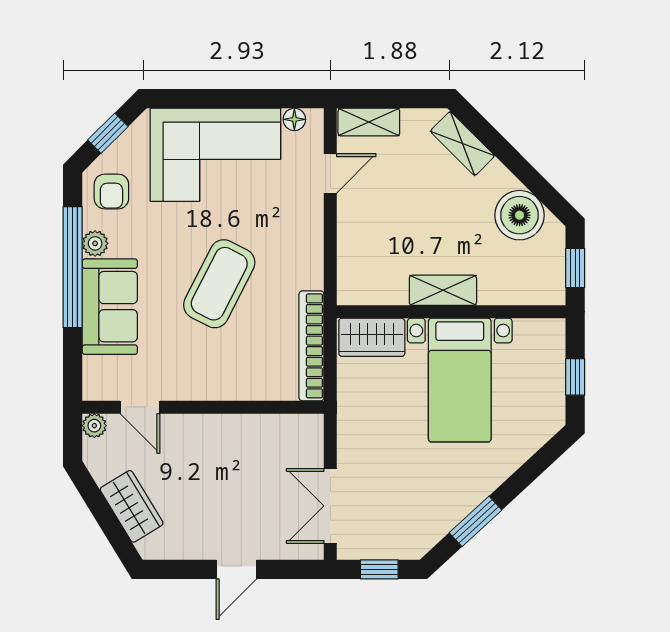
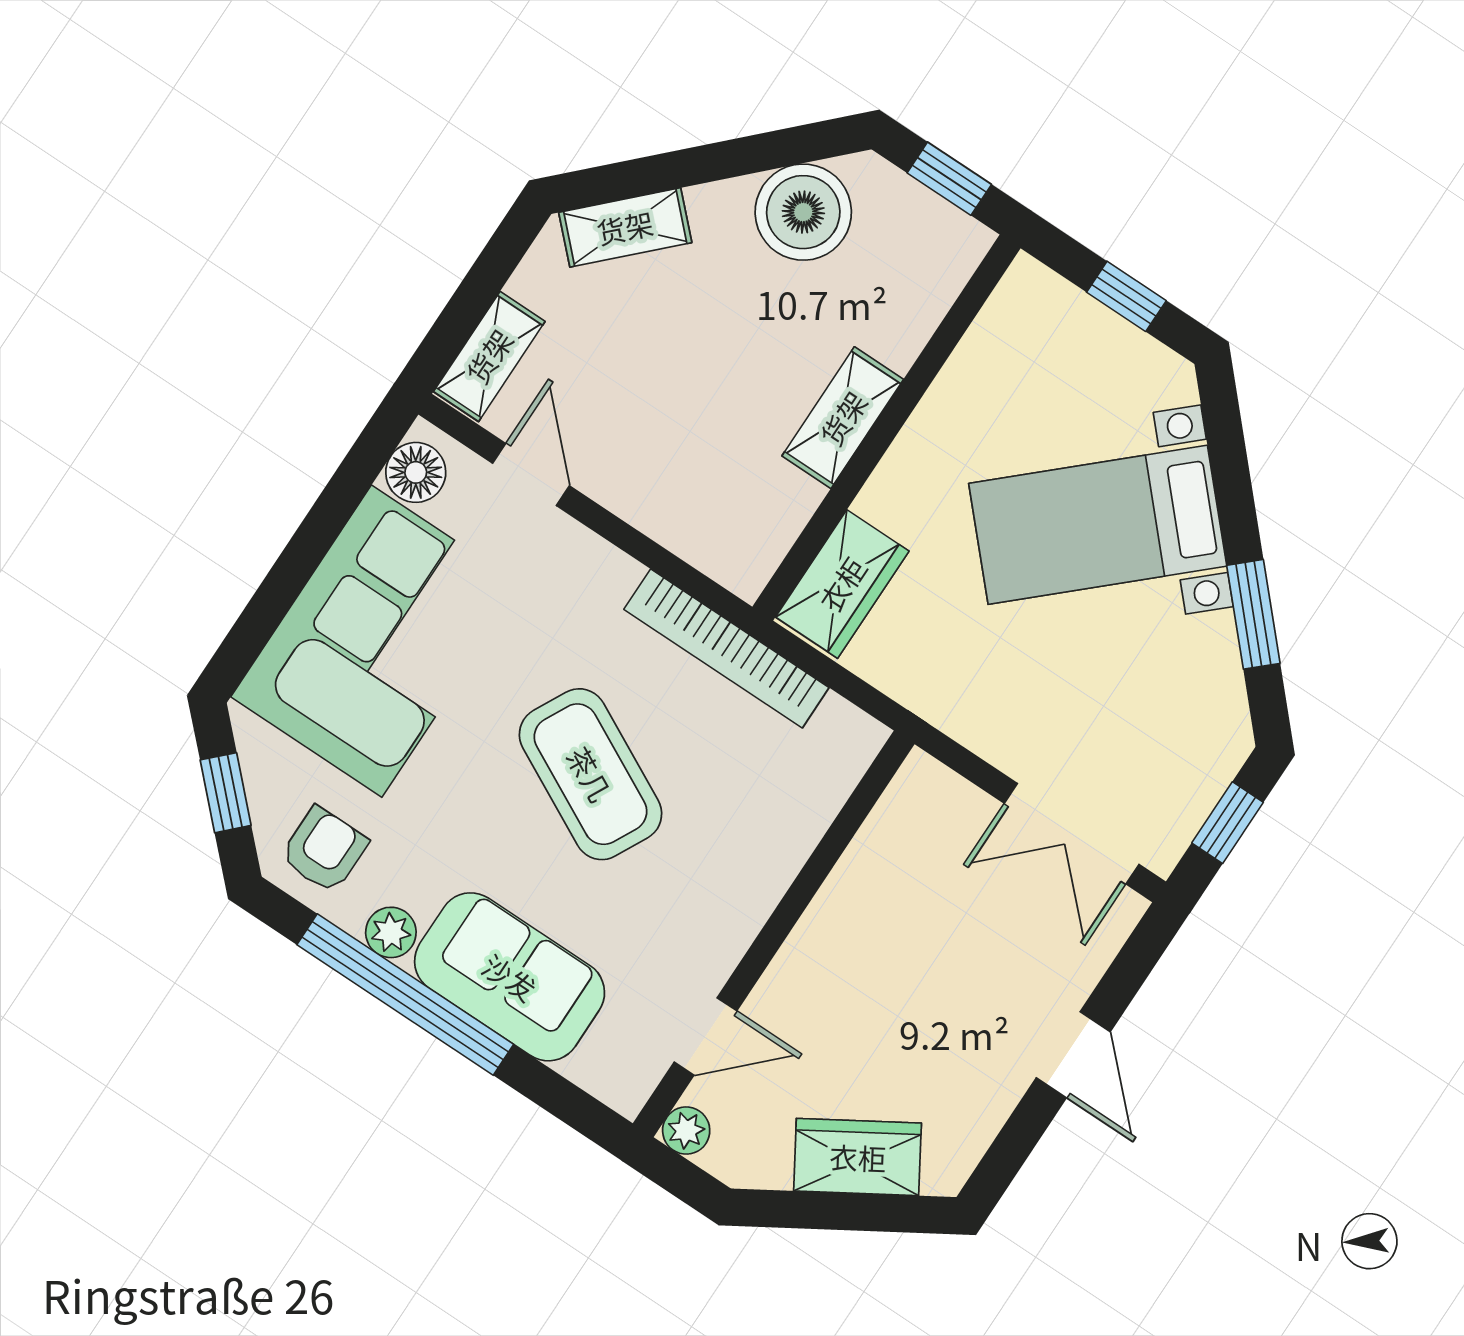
floor lamp: (294, 119) -> (416, 472), width x1.37, depth x1.37
armchair: (111, 191) -> (324, 850), turned -90
bookcase: (311, 346) -> (726, 649), moved
bed with nightstands: (460, 380) -> (1098, 525), moved, turned 137

